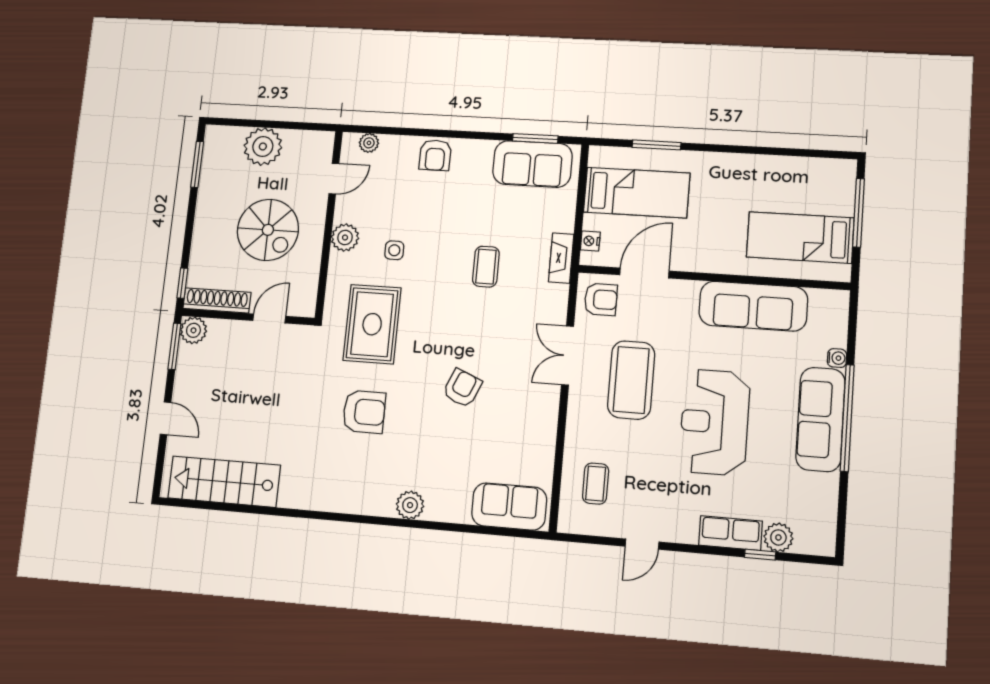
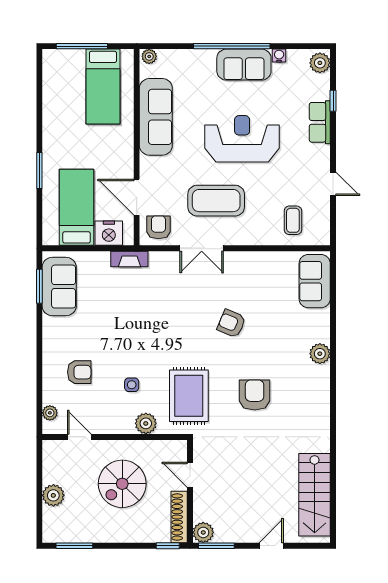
window: (657, 145) -> (39, 170), moved
plant: (263, 147) -> (53, 495), width x0.73, depth x0.73
armchair: (435, 155) -> (79, 372), moved
spiral stairs: (268, 230) -> (122, 484), turned 180
plant: (345, 238) -> (146, 423), moved
nightstand: (590, 241) -> (109, 233), width x1.89, depth x1.79
coffee table: (486, 267) -> (140, 314), removed
plant: (839, 303) -> (149, 56), added
rug: (372, 324) -> (189, 396), turned 90
water cooler: (837, 358) -> (279, 56), moved
sofa: (820, 419) -> (244, 65), width x0.73
reception desk: (715, 422) -> (242, 139), turned 180
coffee table: (596, 484) -> (293, 220), turned 90
plant: (778, 537) -> (320, 63), moved

